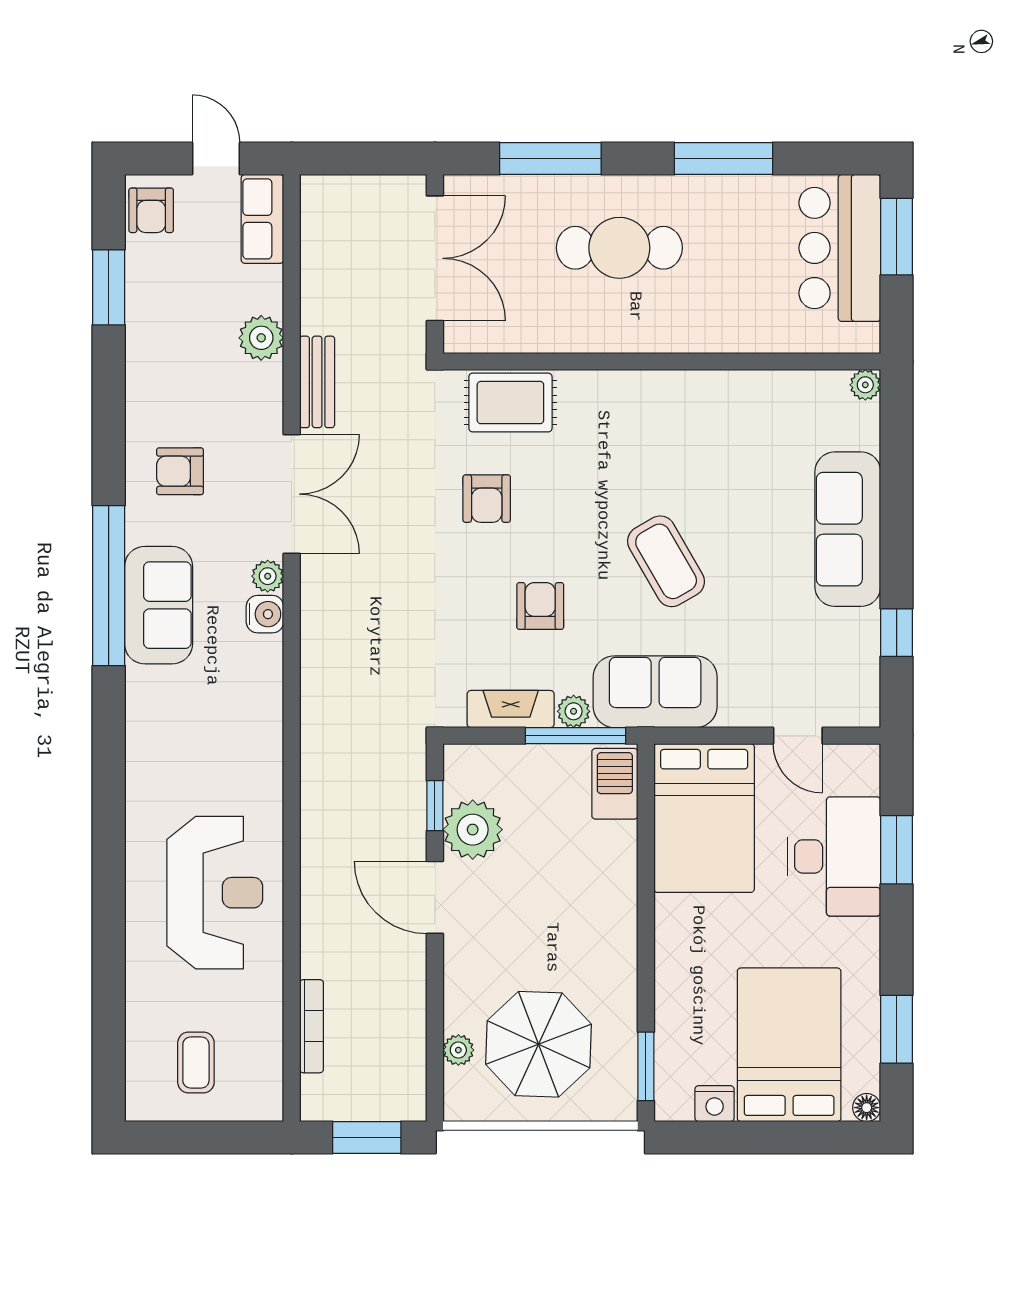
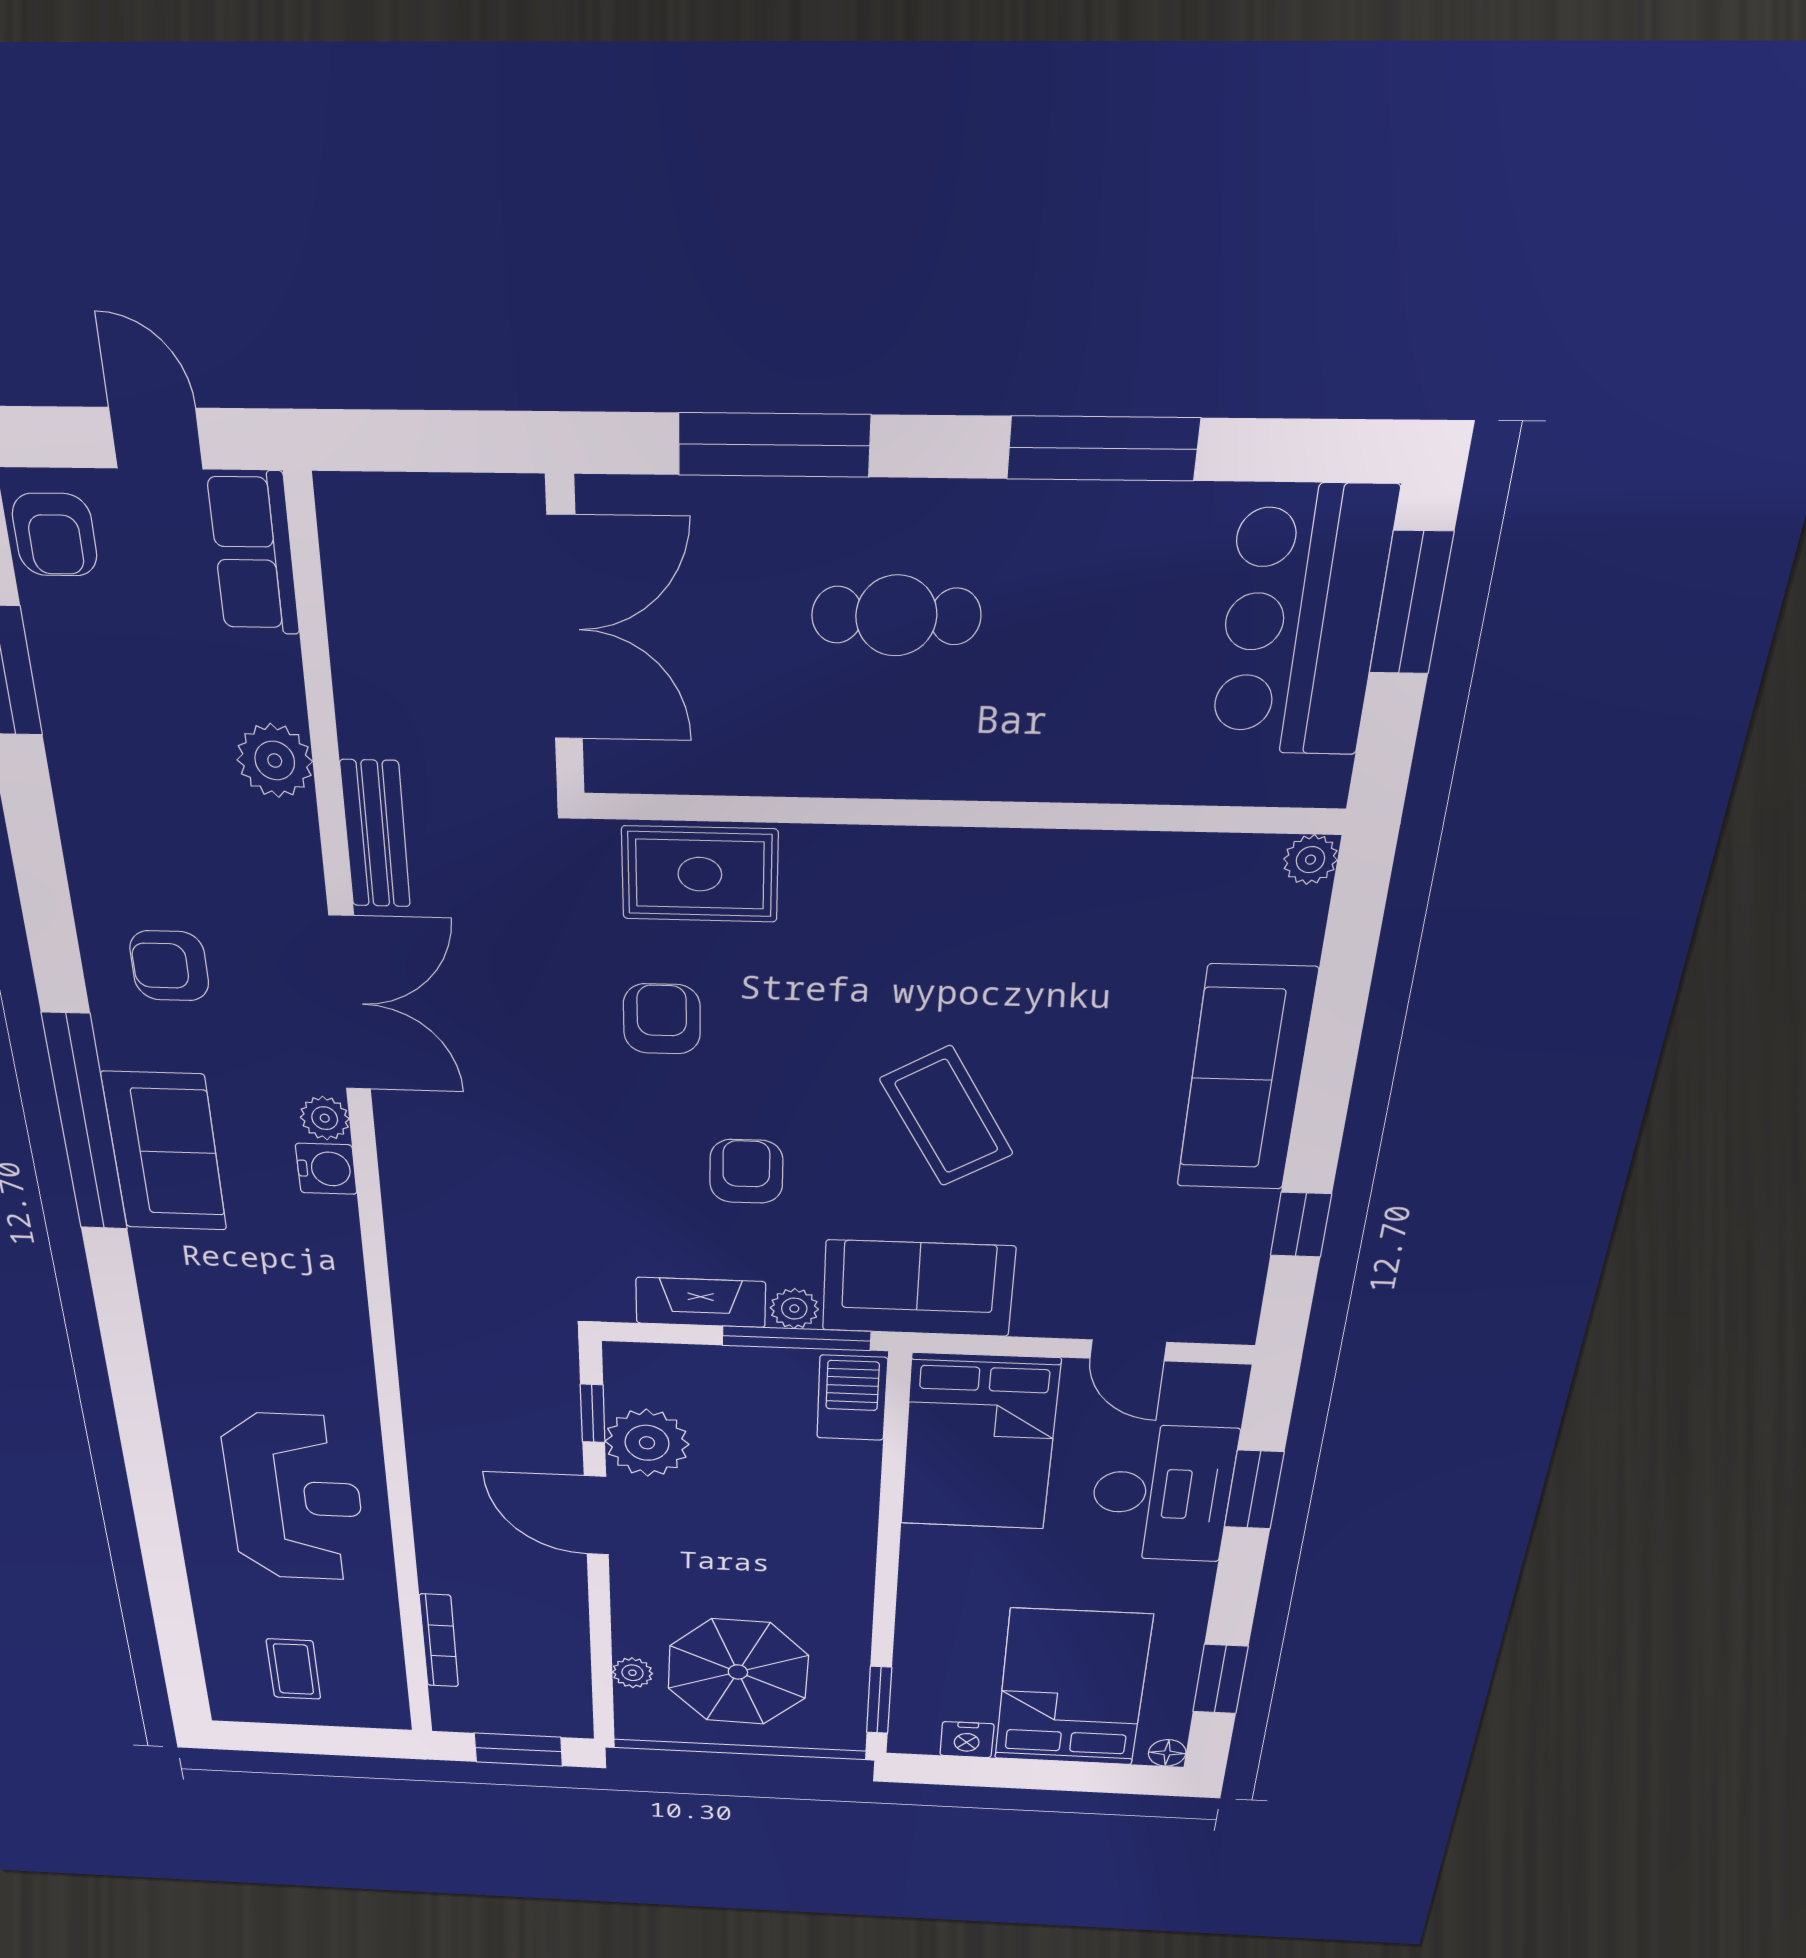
cafe table: (619, 248) -> (896, 616), width x0.73, depth x0.74
armchair: (487, 499) -> (662, 1019), turned 180

